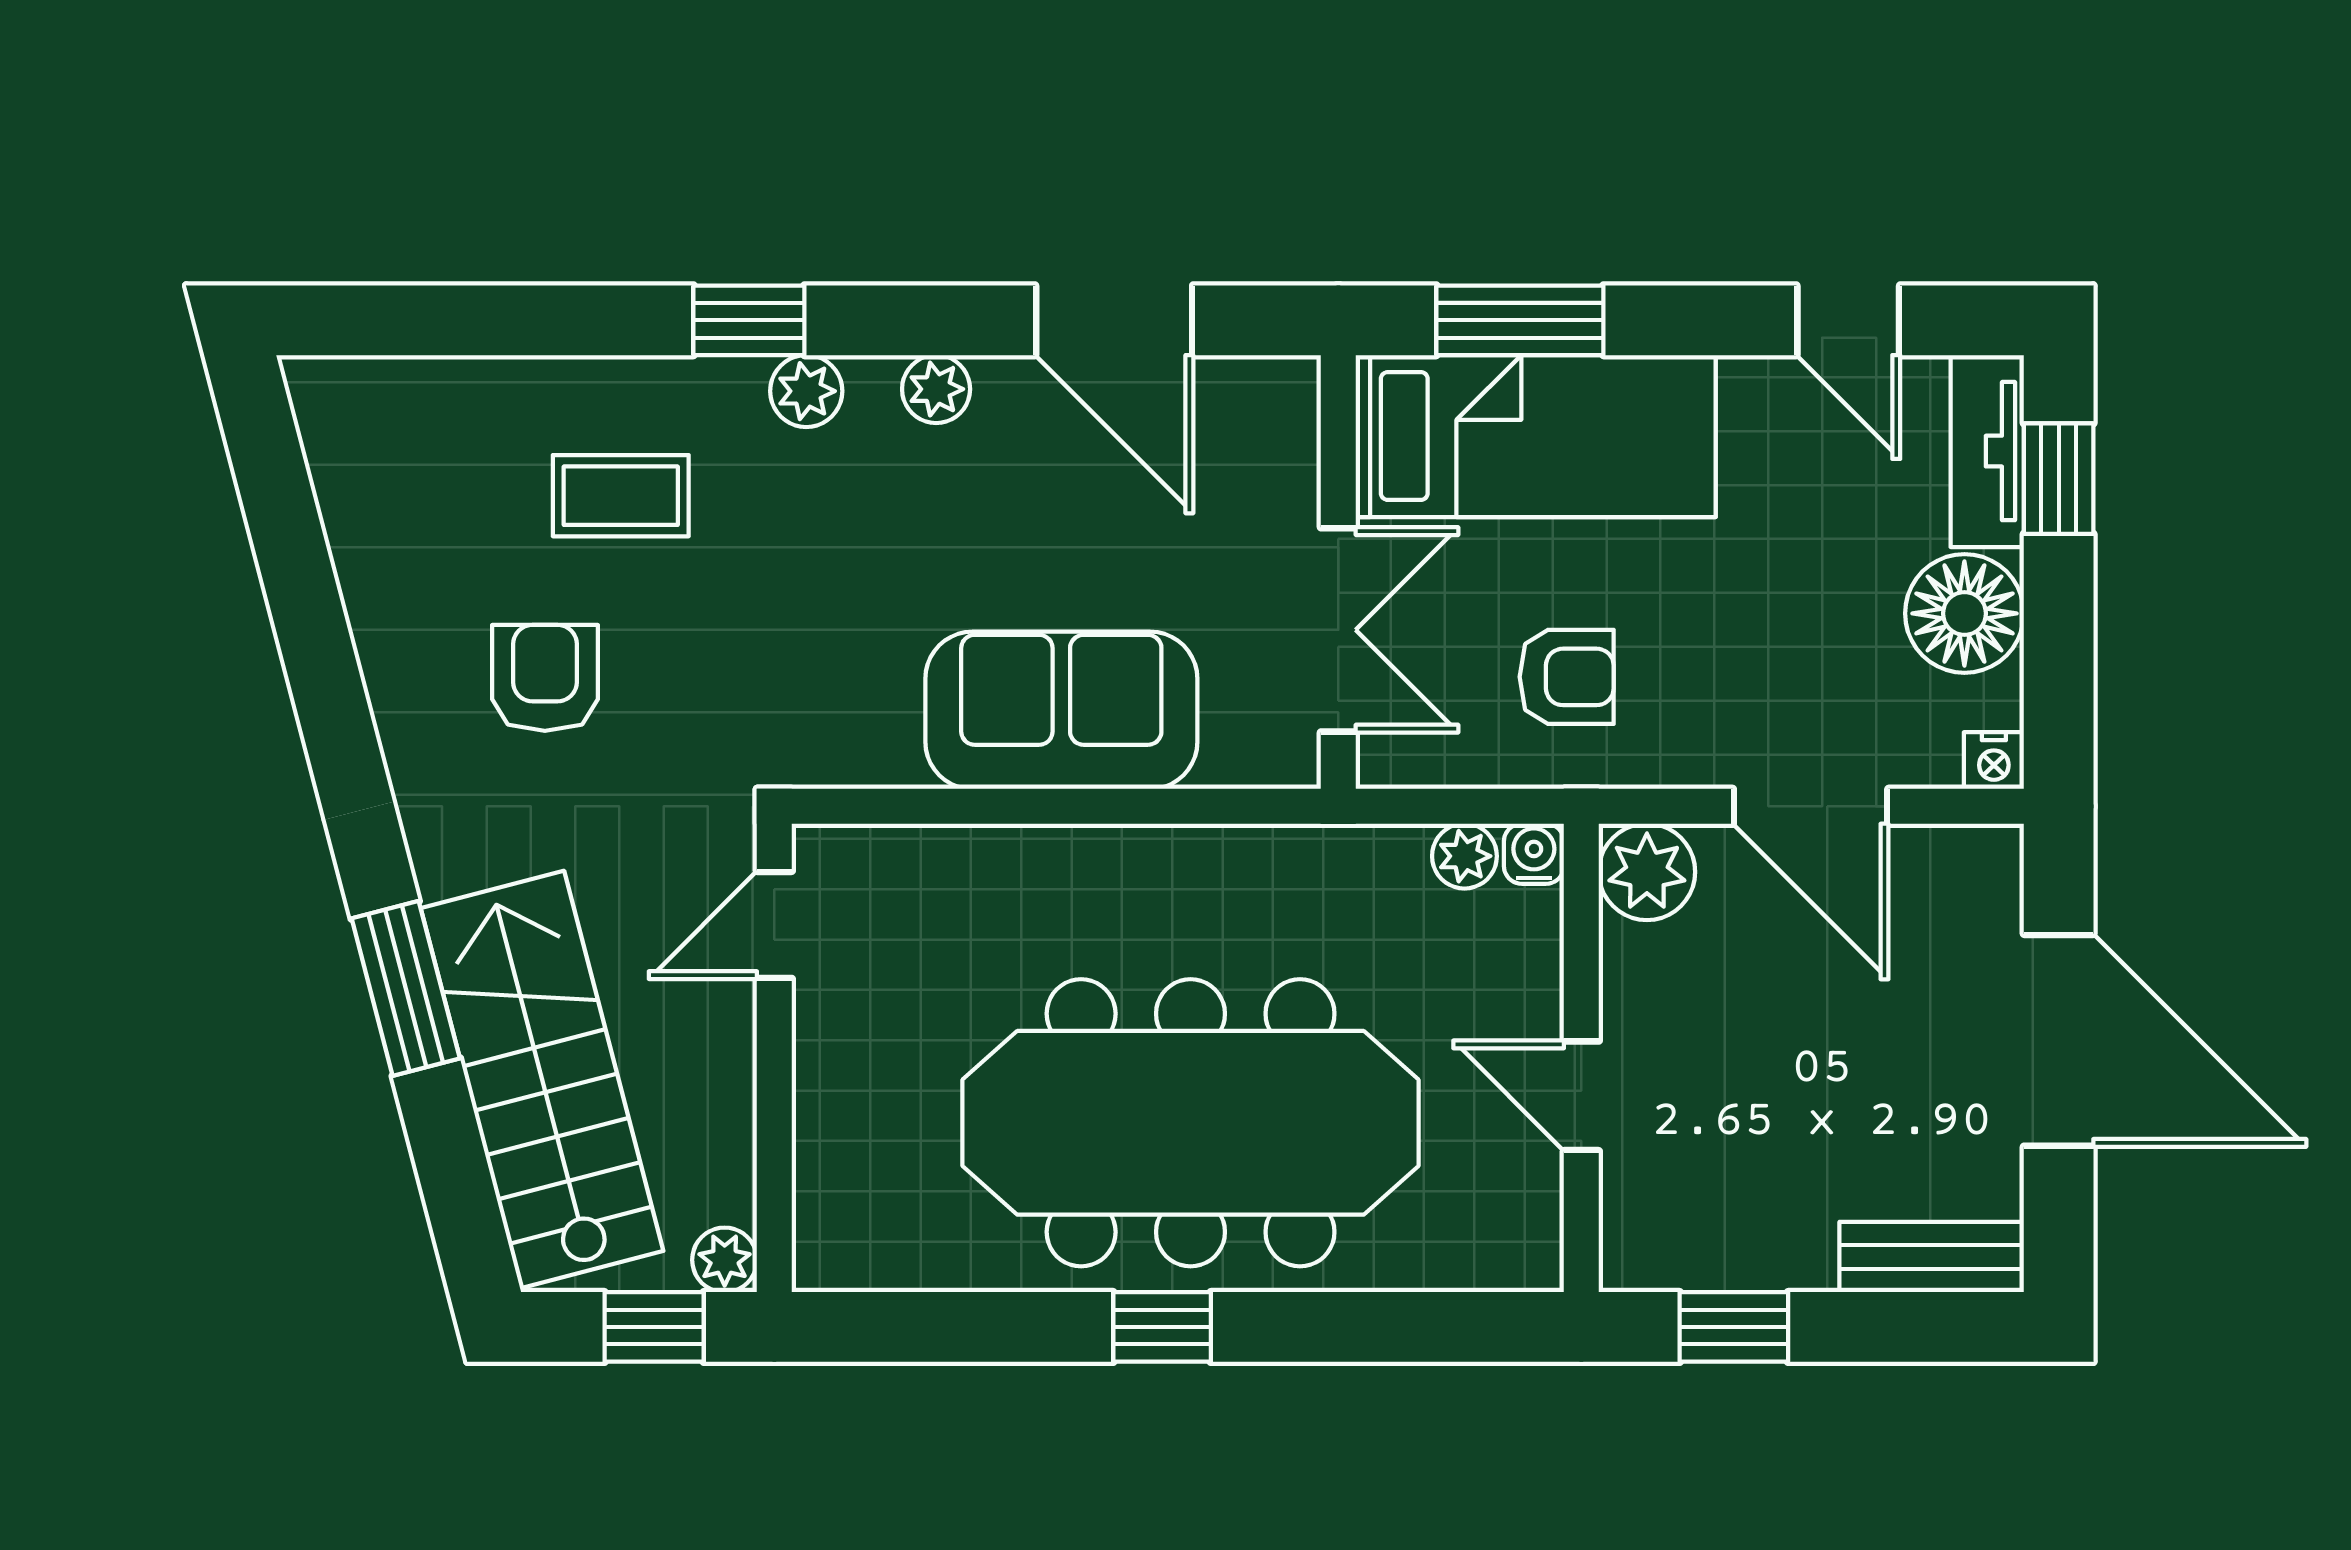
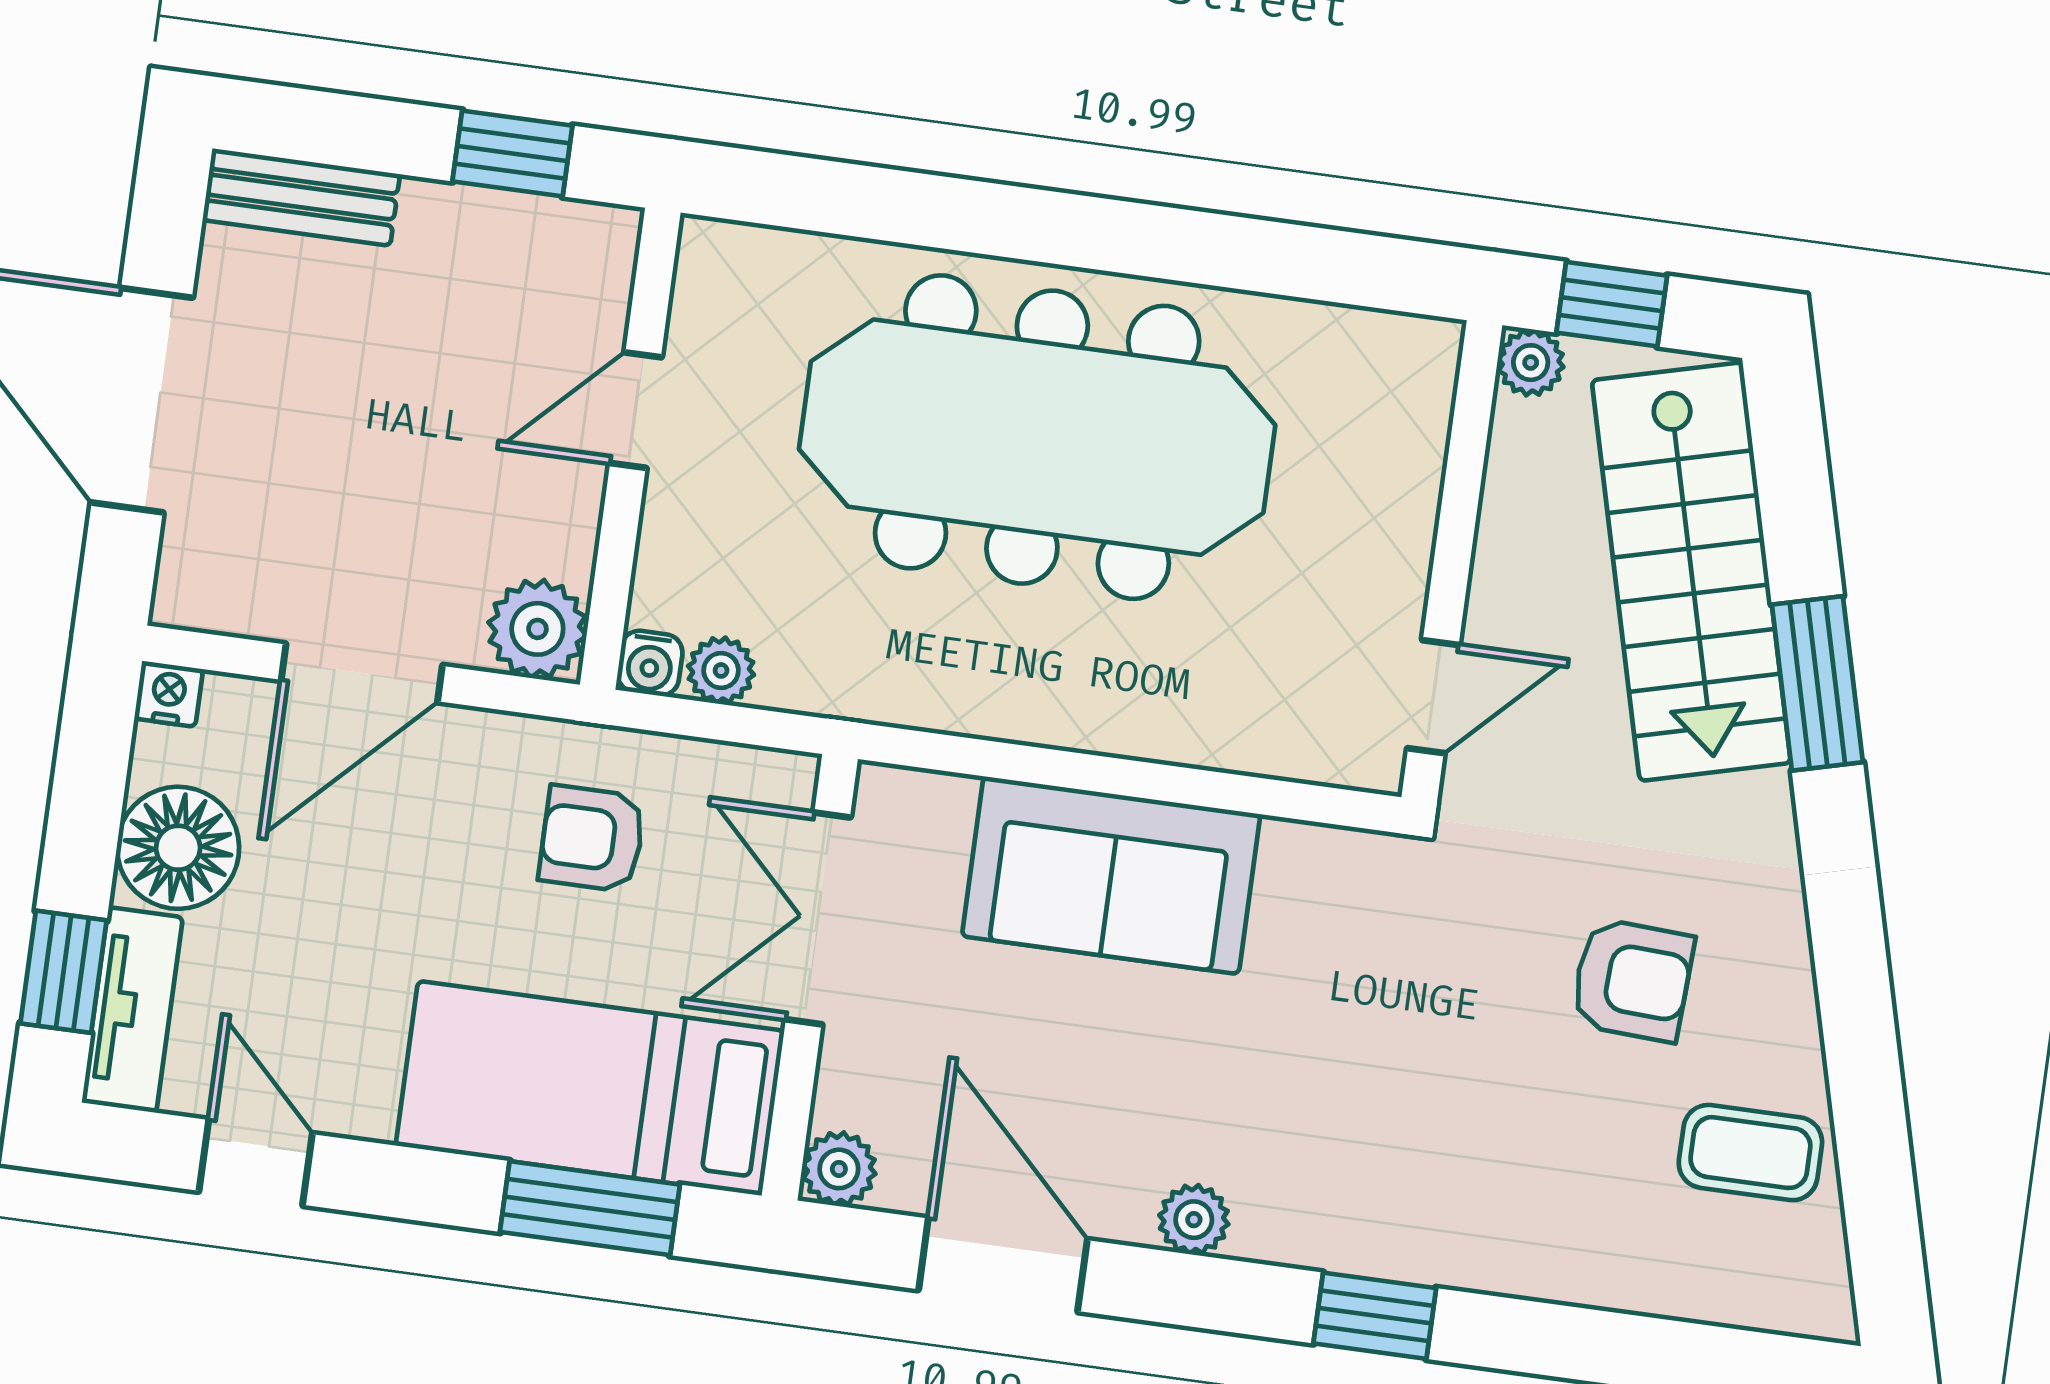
plant: (806, 391) -> (839, 1169), moved
coffee table: (621, 496) -> (1750, 1153), moved
armchair: (545, 678) -> (1632, 980), turned -87
door: (1811, 806) -> (362, 673), swing flipped
door: (1581, 1096) -> (635, 410), swing flipped
window: (1162, 1327) -> (1095, 233), removed

